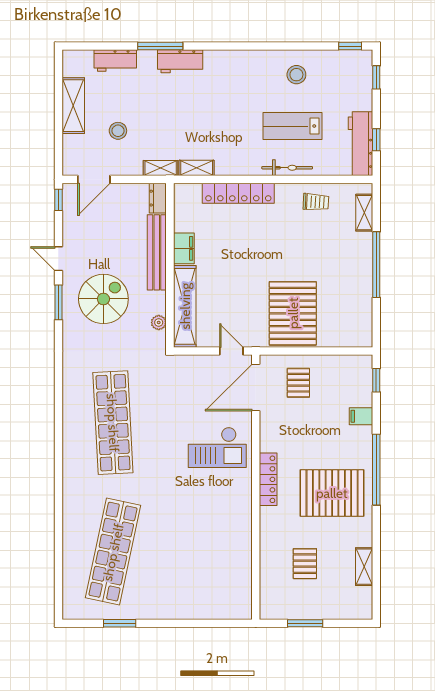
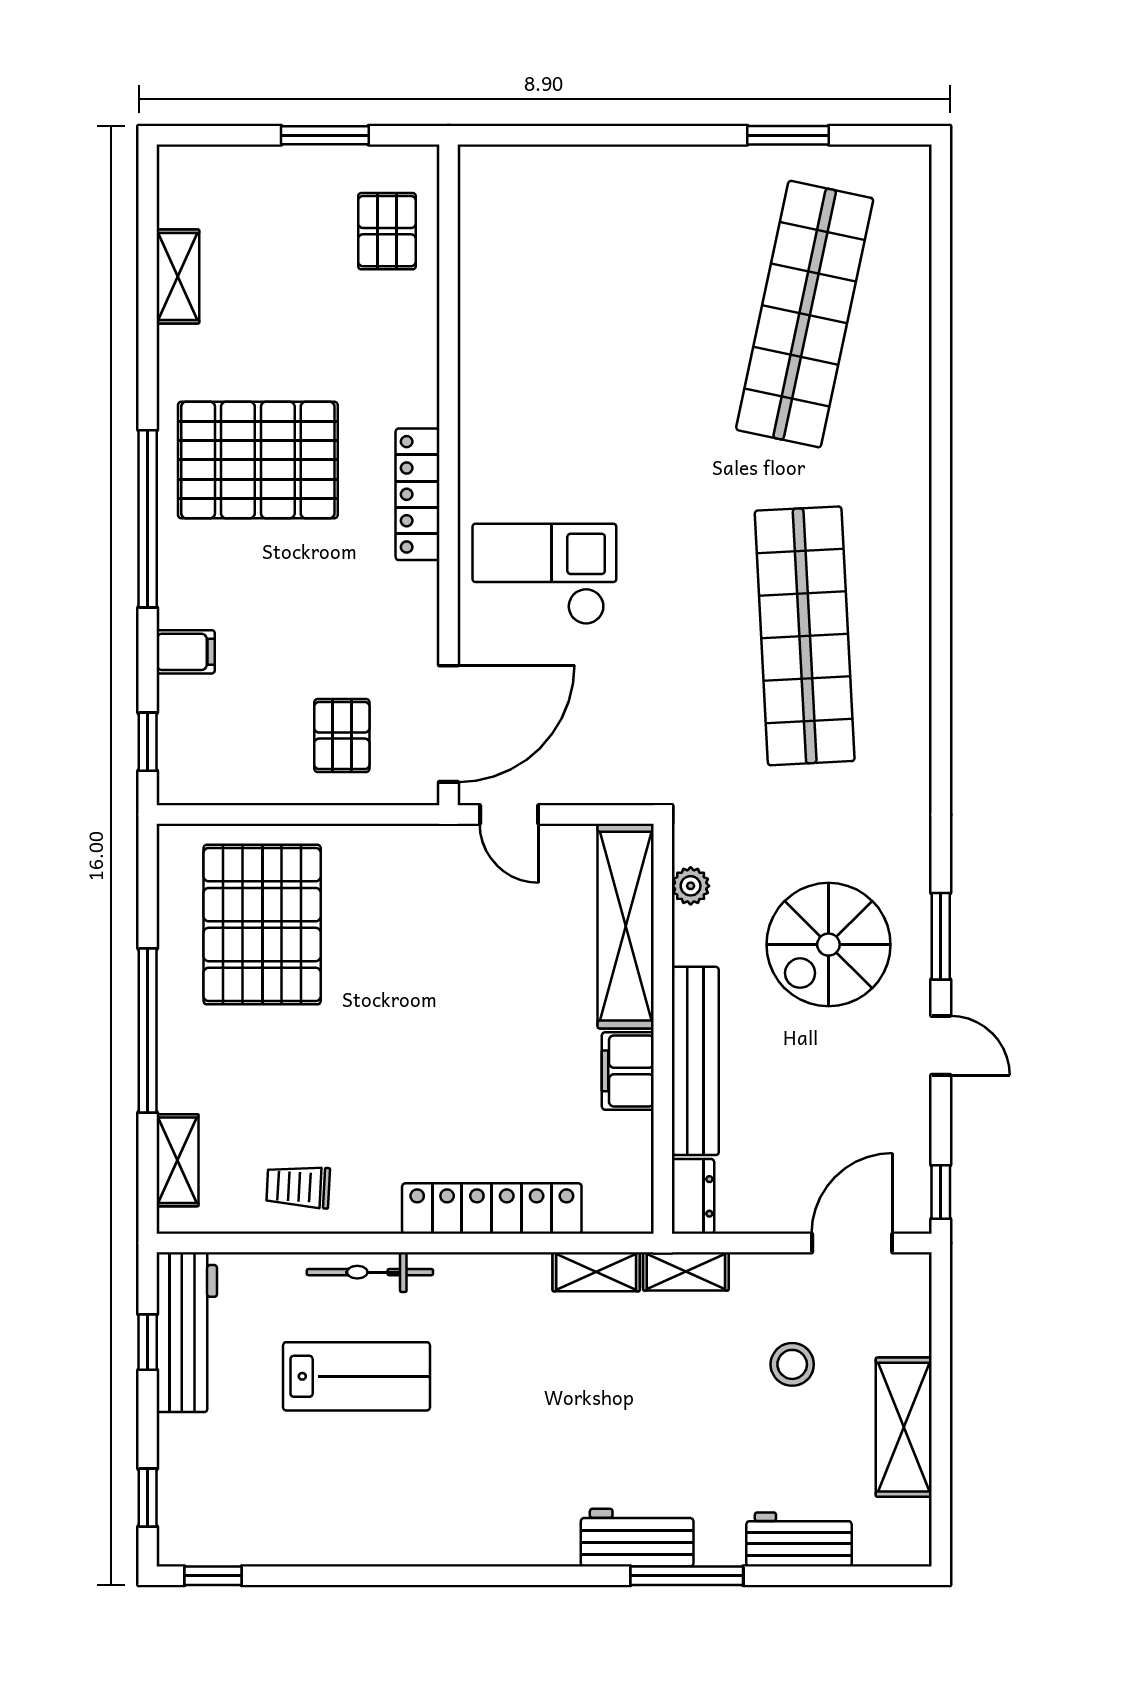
stool: (296, 75) -> (347, 1505), removed
pallet: (293, 313) -> (262, 925), moved
pallet: (305, 564) -> (387, 231), moved

